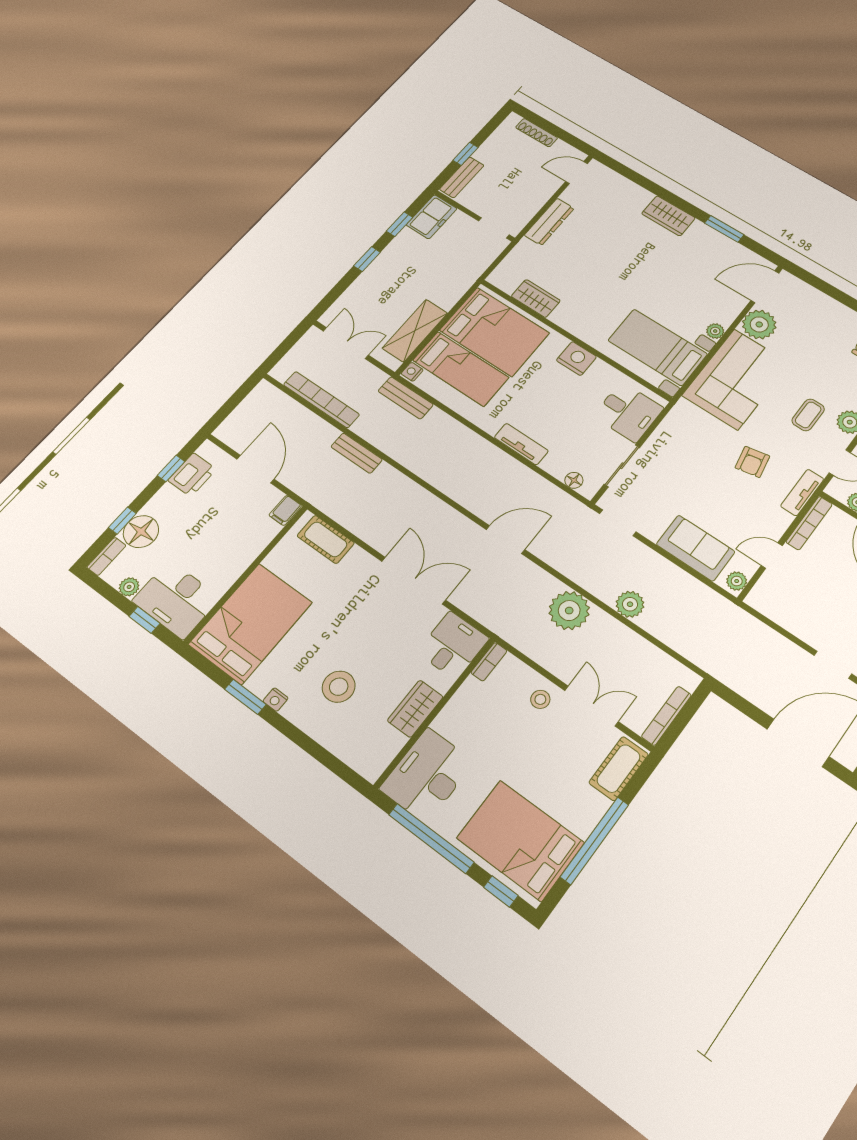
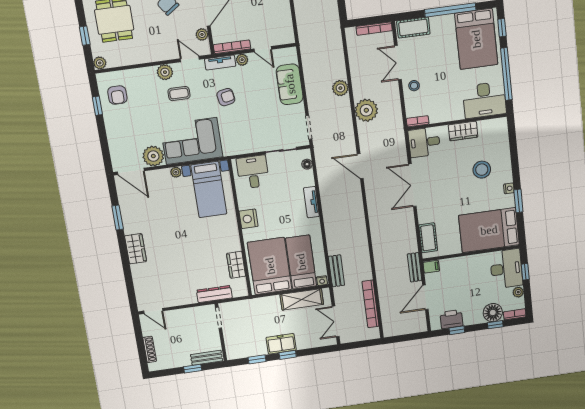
freezer: (432, 217) -> (281, 344), moved
dresser: (549, 222) -> (214, 294), moved
bench: (357, 453) -> (415, 267), moved
plant: (737, 581) -> (242, 60), moved

